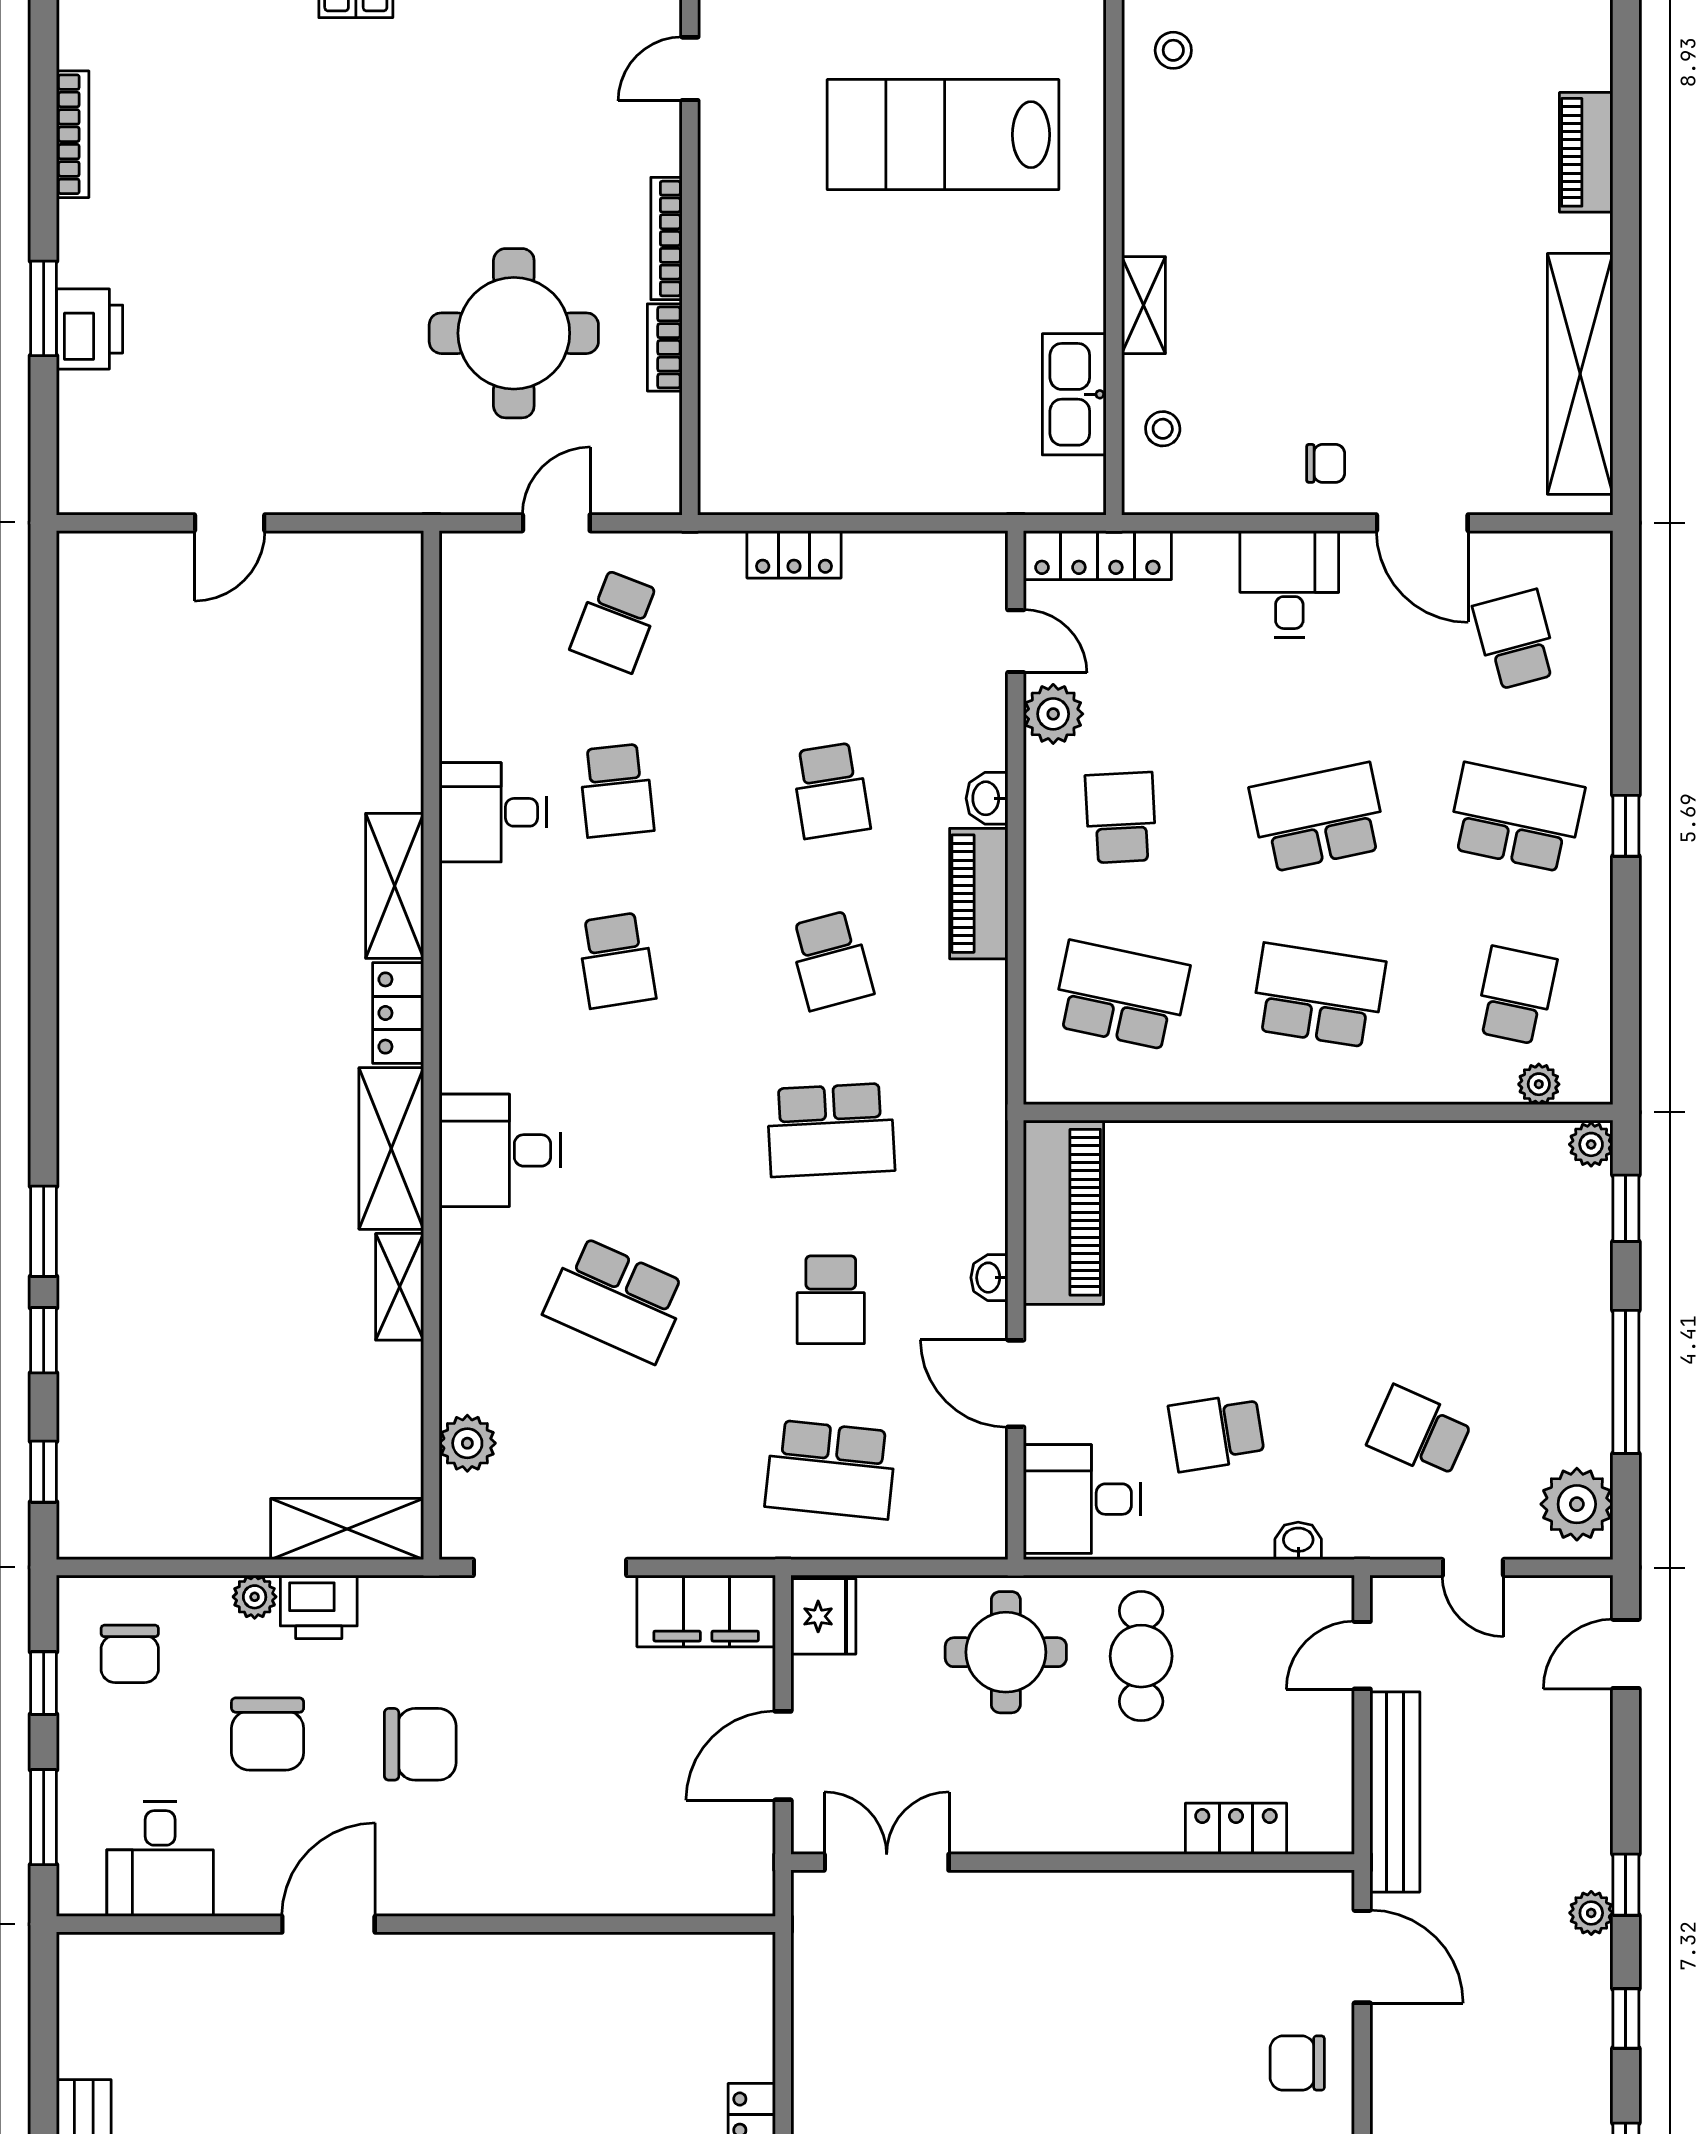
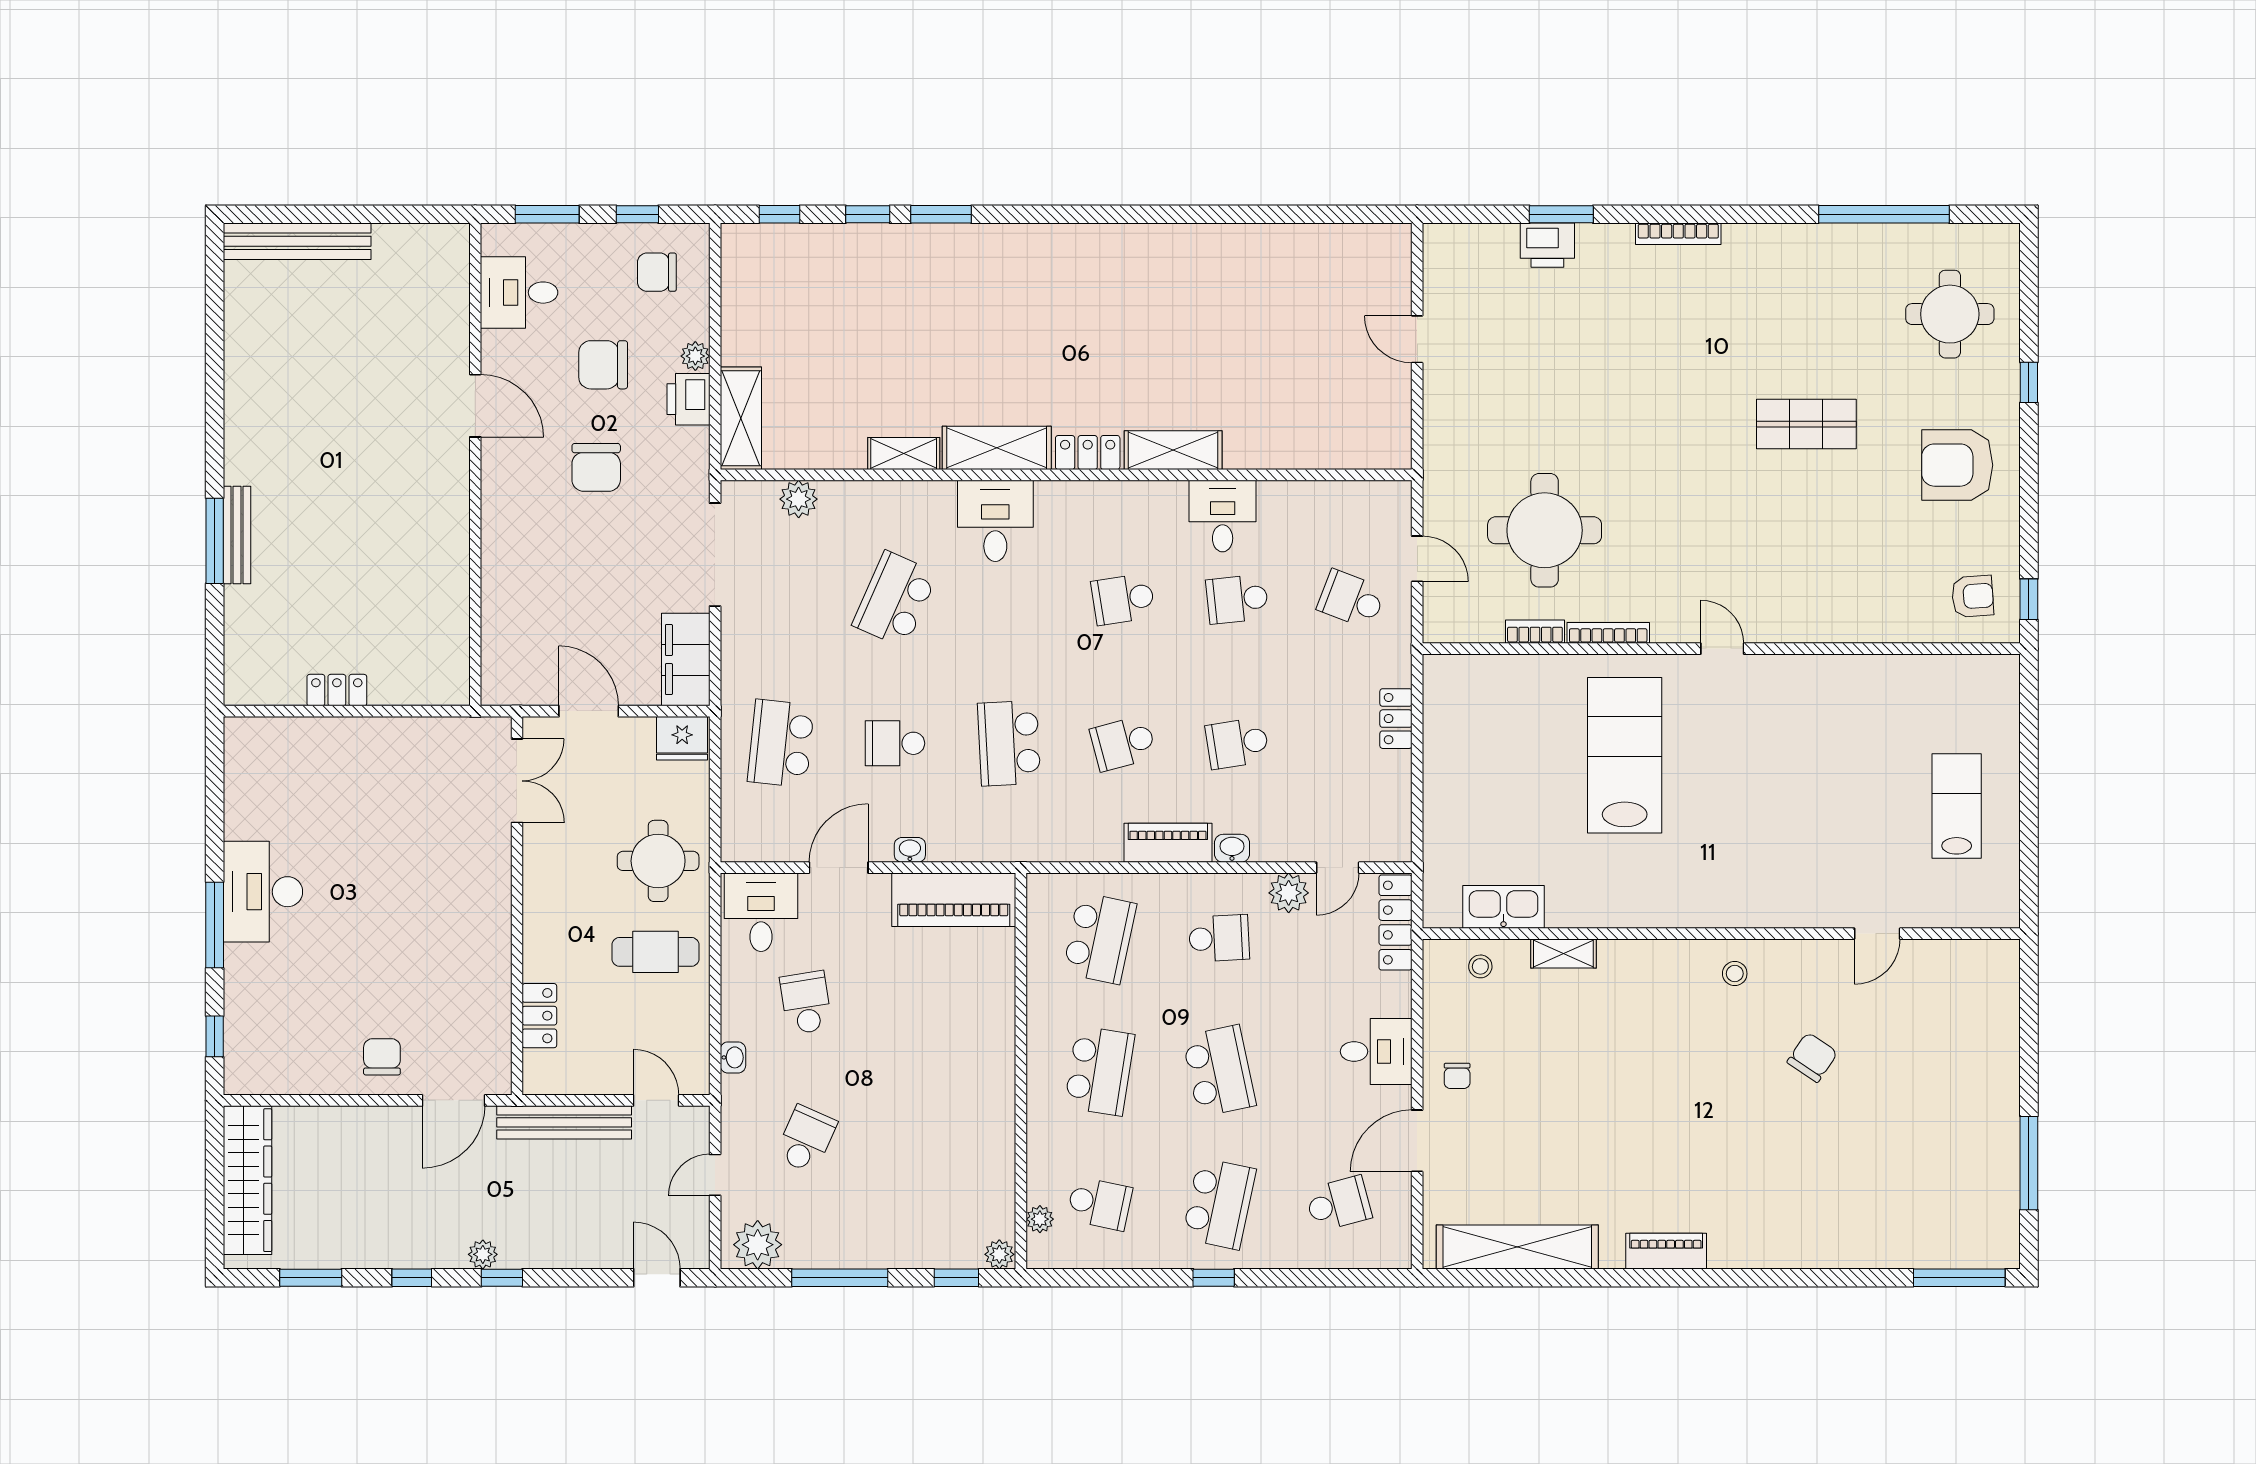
lab bench: (943, 135) -> (1625, 755), moved

